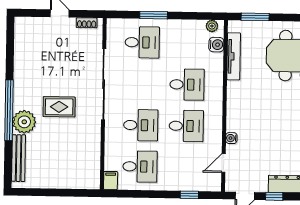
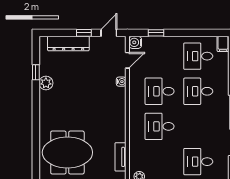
water cooler: (216, 45) -> (135, 42), moved
tv unit: (234, 56) -> (120, 157), width x0.71

